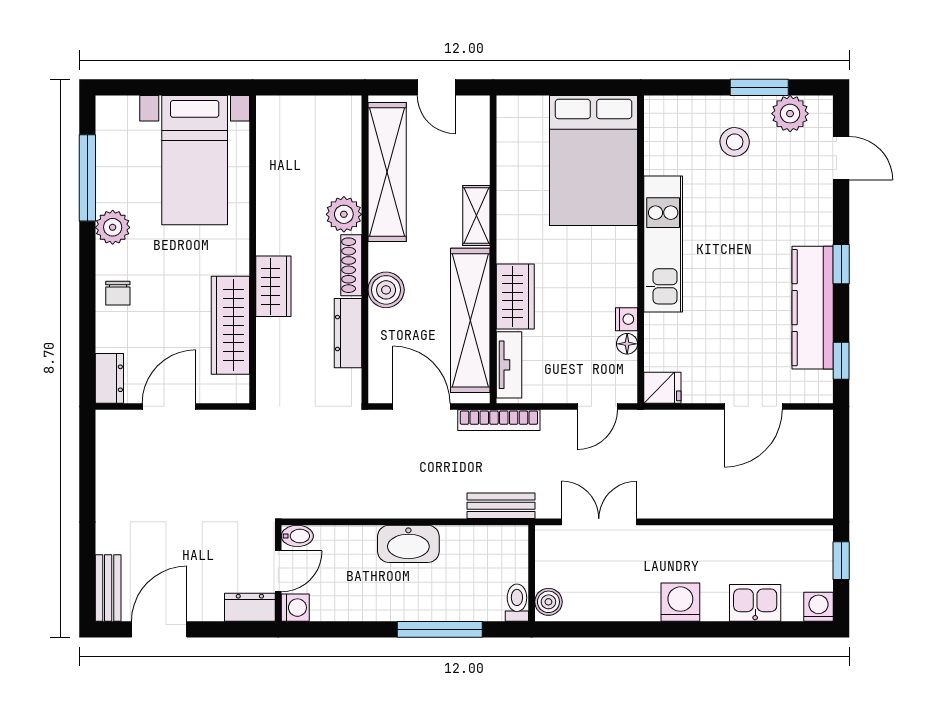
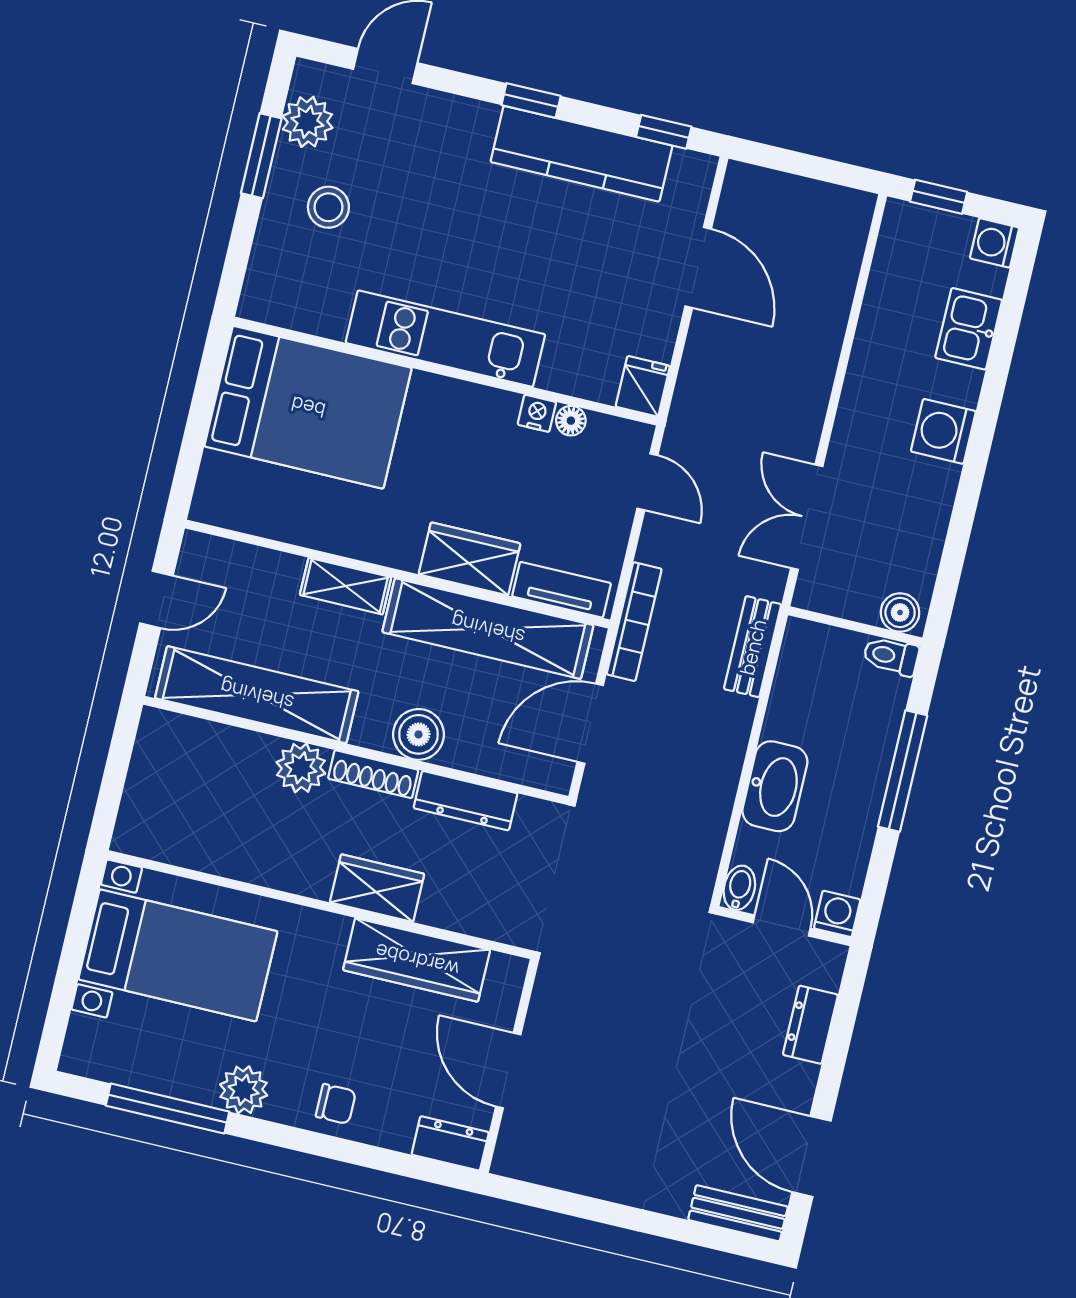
bidet: (297, 536) -> (739, 888), moved
door: (278, 571) -> (782, 926), moved
wall: (278, 573) -> (784, 926), moved
washing machine: (295, 608) -> (837, 914), moved

